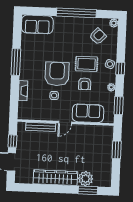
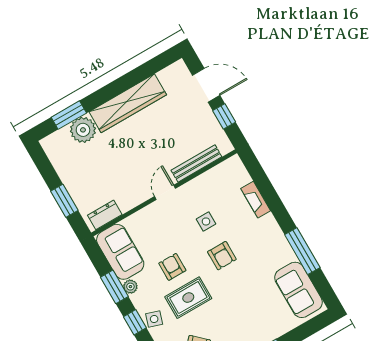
sofa: (37, 24) -> (298, 290), moved, turned -90
window: (16, 62) -> (302, 251), moved
armchair: (57, 74) -> (222, 256), width x0.53, depth x0.53
window: (119, 106) -> (114, 287), moved
sofa: (88, 113) -> (120, 252), moved, turned -90
dresser: (102, 130) -> (105, 215), added

